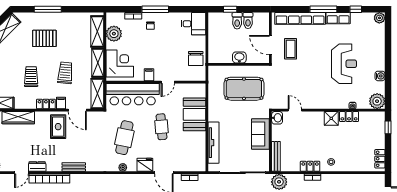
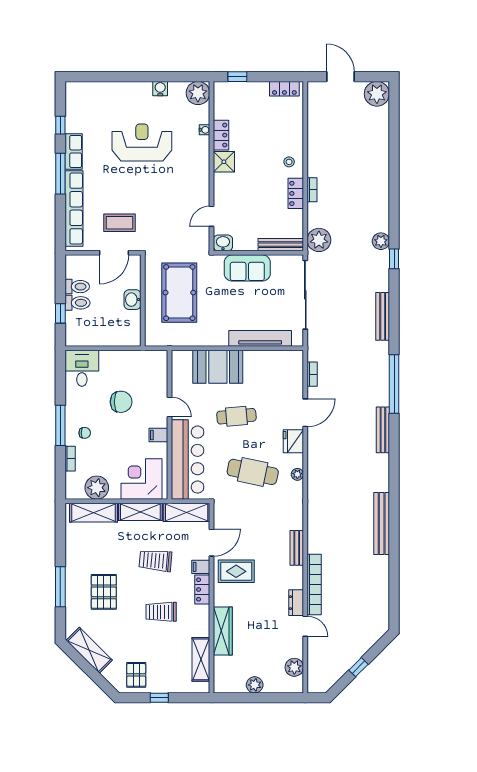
plant: (379, 18) -> (73, 89), removed
chair: (196, 59) -> (121, 402), moved

